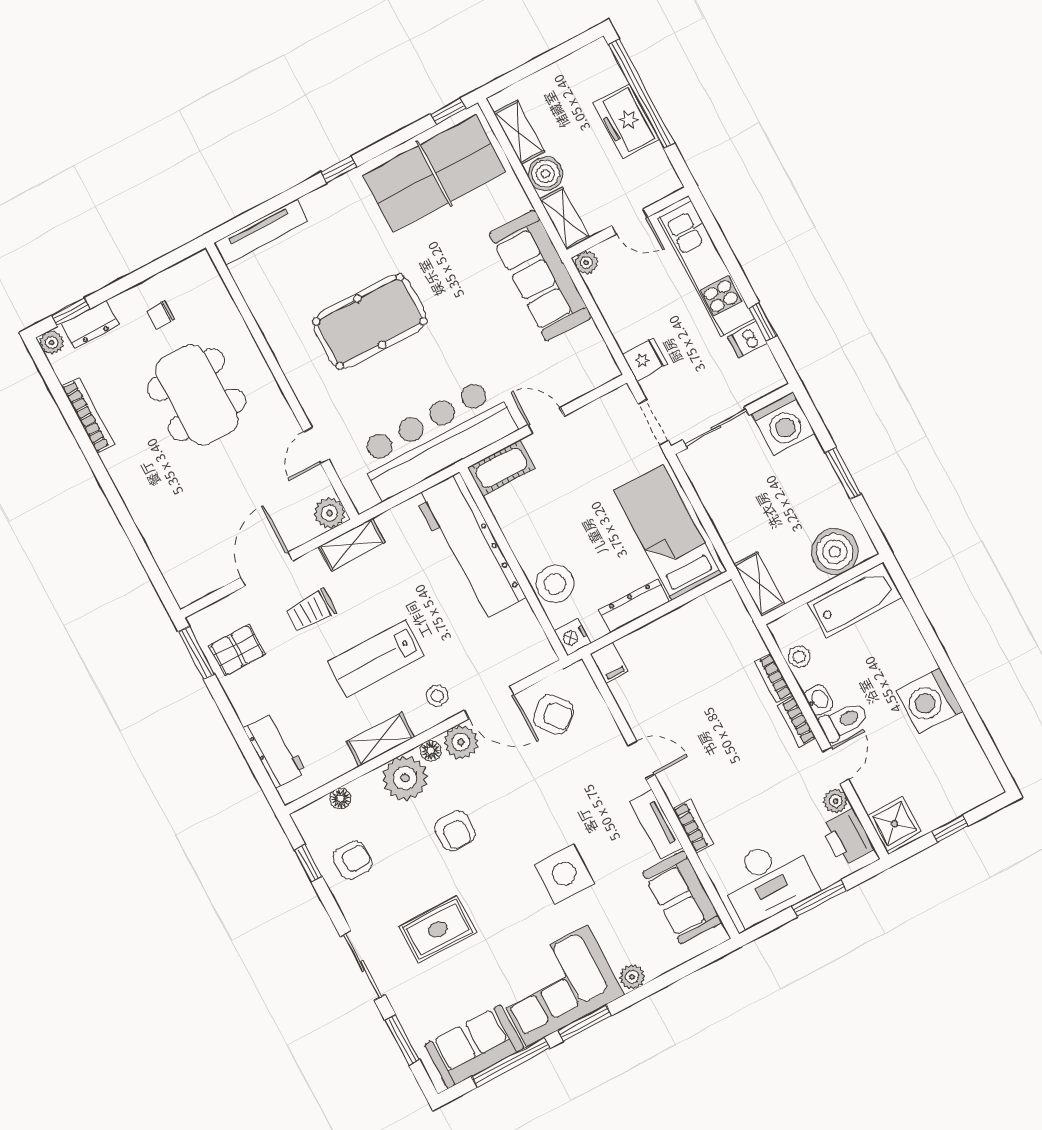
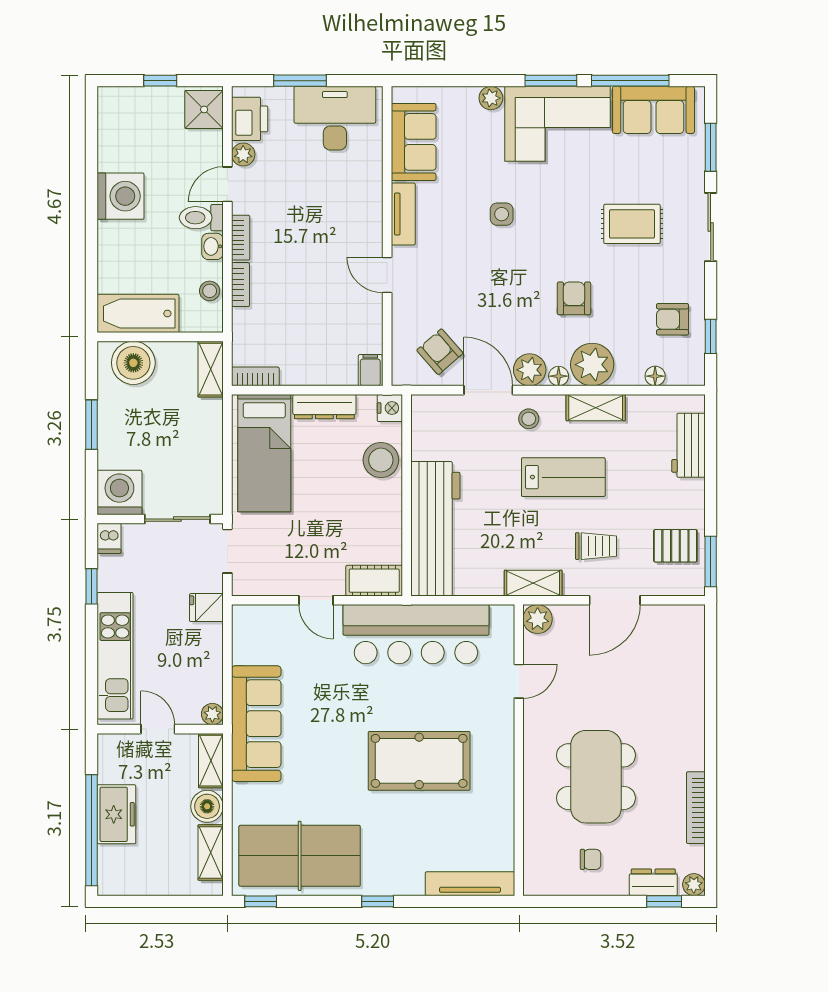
dishwasher: (747, 340) -> (109, 538), moved, turned 90
bookcase: (693, 826) -> (255, 376), moved, turned 90
side table: (564, 874) -> (502, 214), width x0.54, depth x0.54

